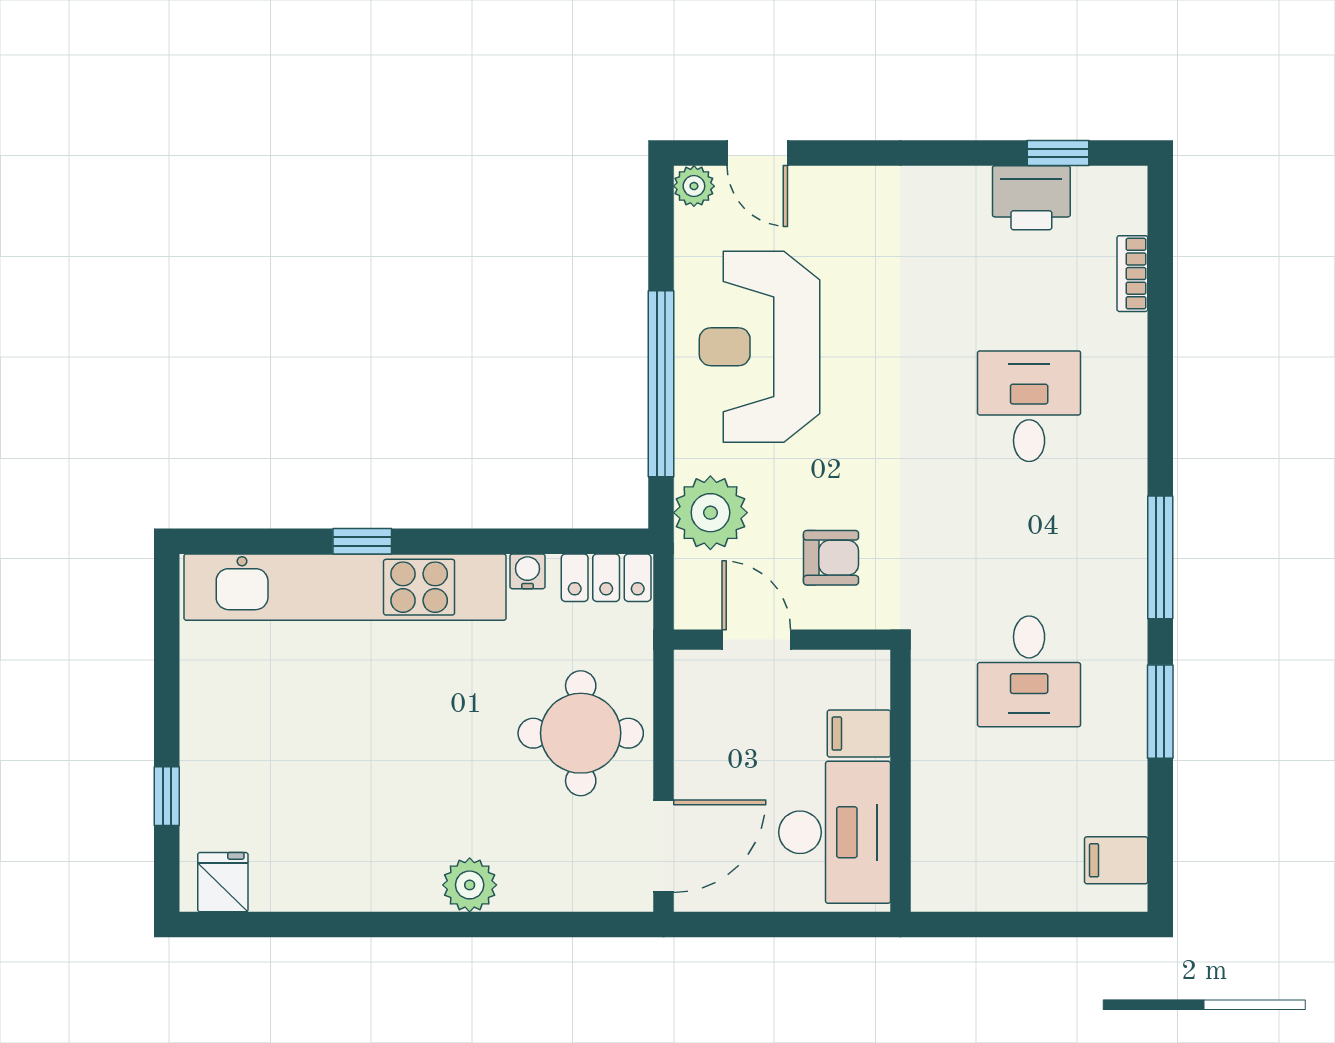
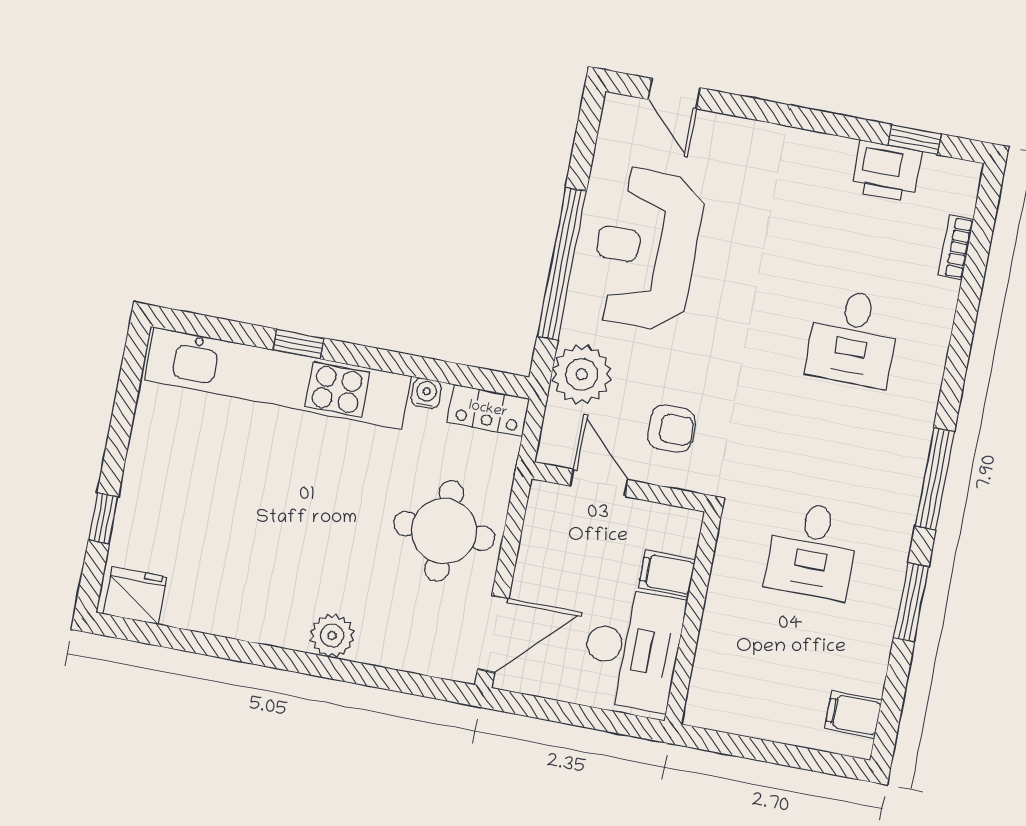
plant: (694, 186) -> (618, 110), removed
desk: (1029, 406) -> (853, 338), turned 180
fridge: (223, 882) -> (135, 596), width x1.38

